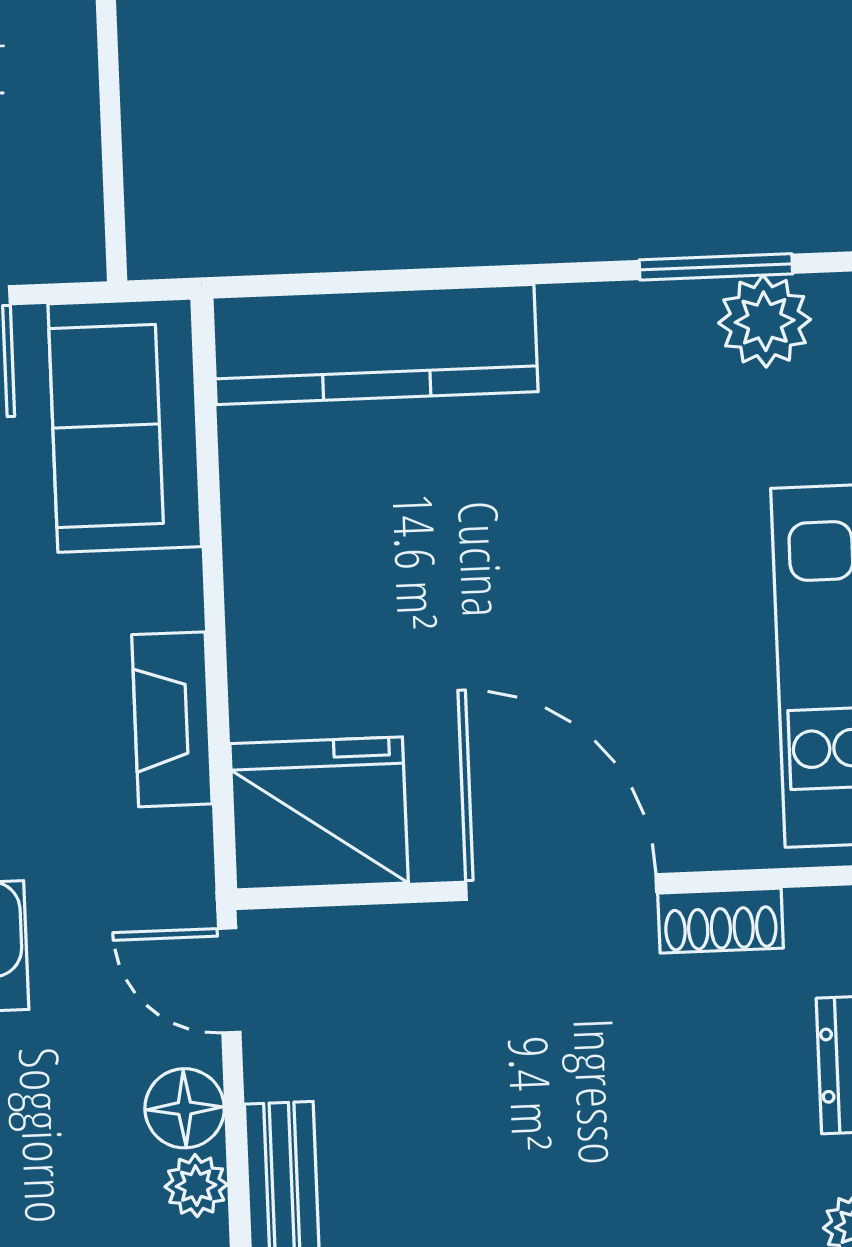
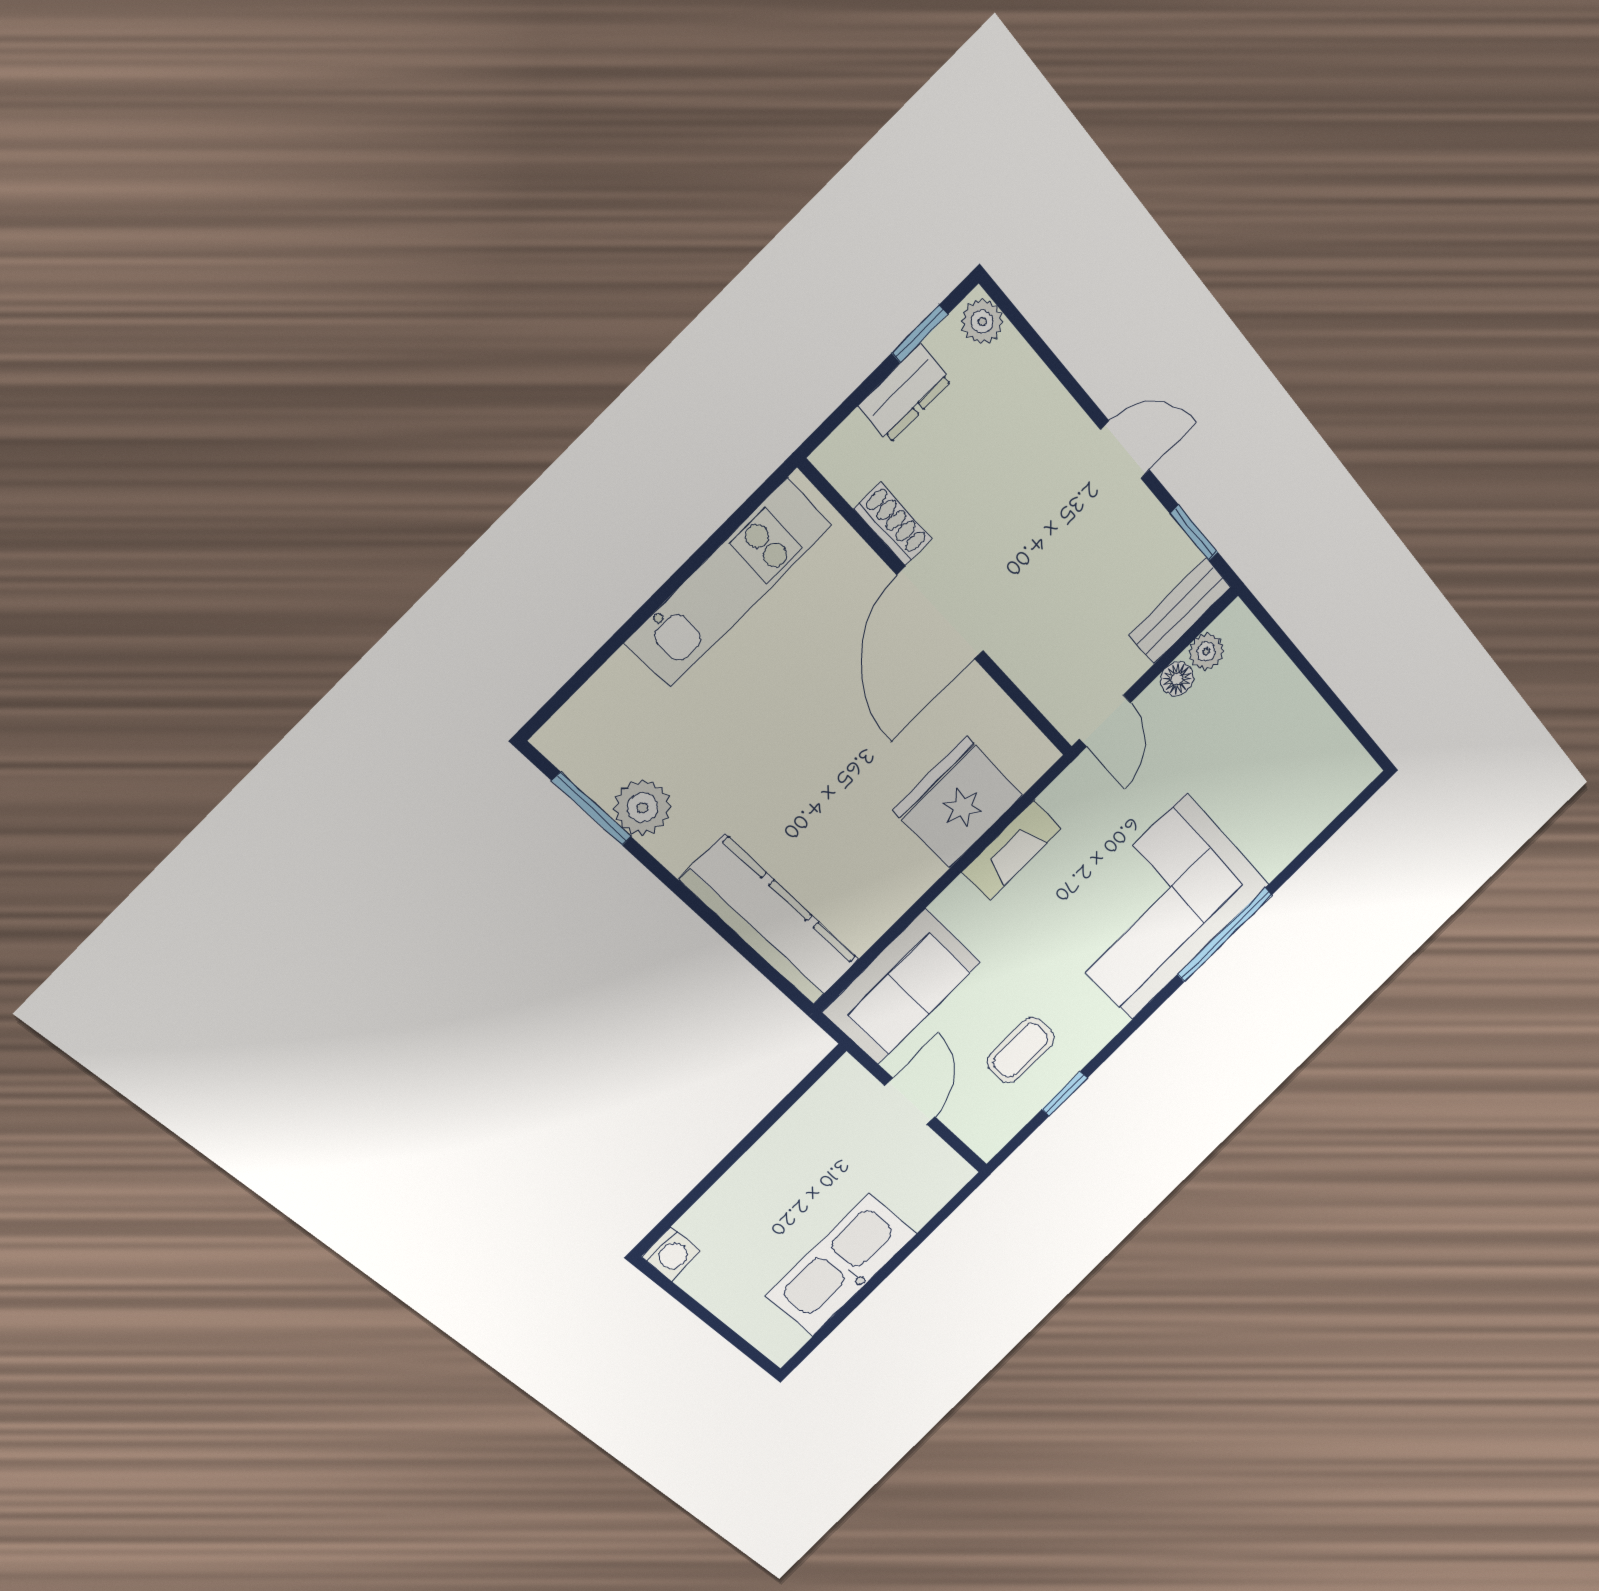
plant: (765, 321) -> (642, 808), moved
fridge: (319, 813) -> (958, 803), moved, turned 90
floor lamp: (185, 1108) -> (1177, 679), width x0.73, depth x0.73

